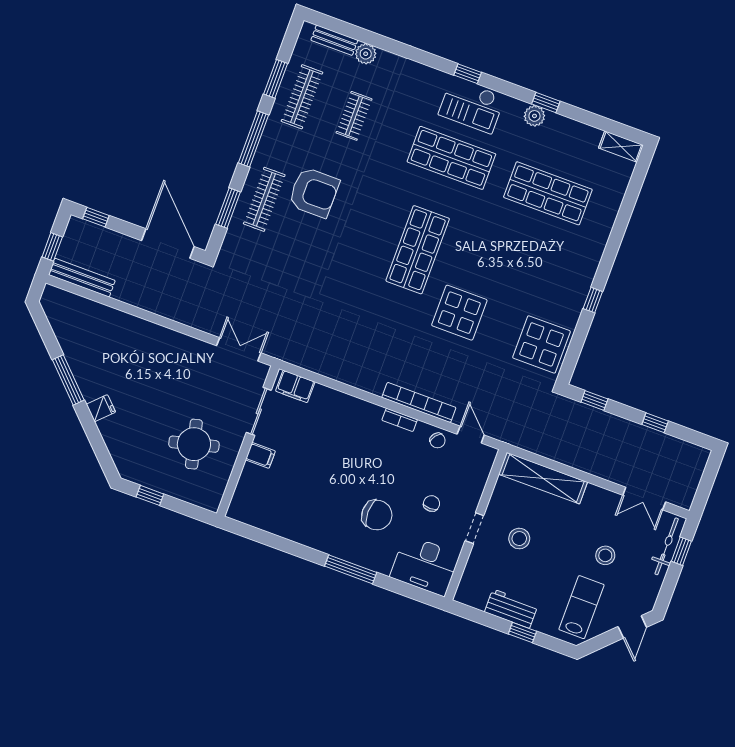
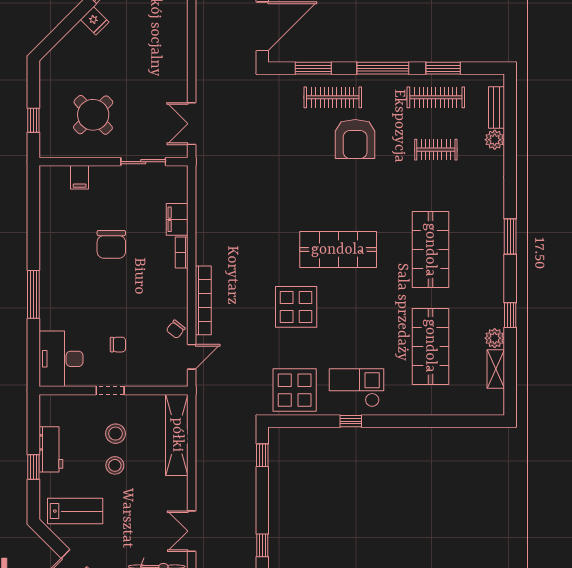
window: (468, 74) -> (510, 237), width x1.50
checkout: (472, 106) -> (356, 388), moved, turned 90
plant: (534, 116) -> (495, 338), moved
shelving: (621, 146) -> (496, 369), moved
double door: (239, 349) -> (192, 124), swing flipped
filing cabinet: (295, 386) -> (177, 219), moved
bookcase: (400, 420) -> (182, 253), moved
window: (655, 423) -> (262, 545), moved
round table: (194, 444) -> (93, 115), turned -30
filing cabinet: (260, 455) -> (80, 177), moved
window: (150, 495) -> (33, 120), moved
chair: (377, 515) -> (111, 244), moved
stool: (605, 555) -> (115, 465), moved

